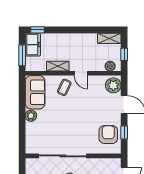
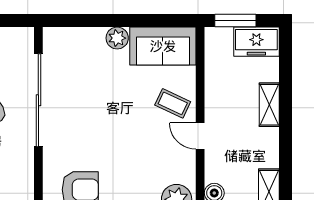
window: (37, 30) -> (285, 51), removed
shelving: (58, 66) -> (269, 105), moved
door: (81, 73) -> (200, 136), hinge flipped

